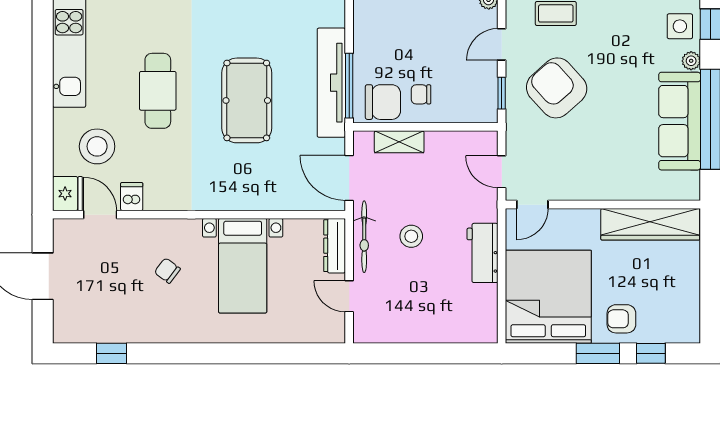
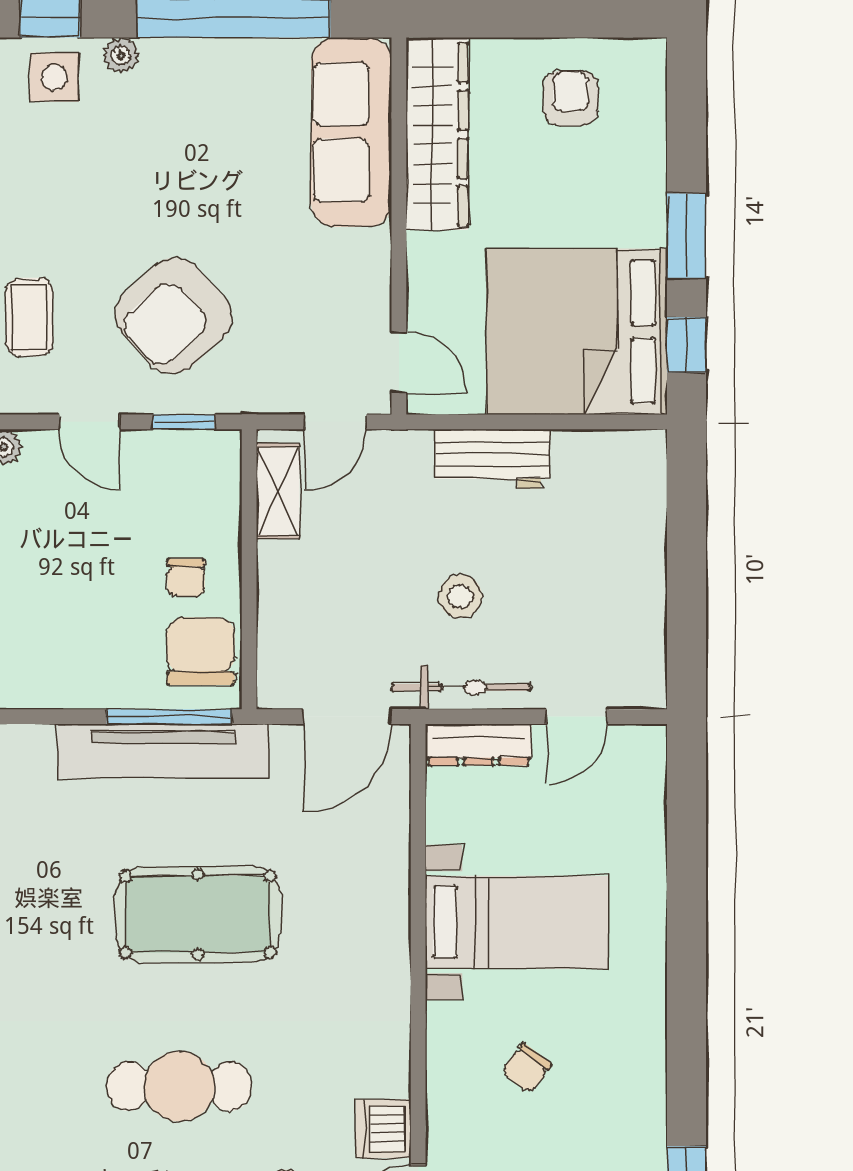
sofa: (680, 121) -> (351, 132), moved, turned 90
shelving: (399, 142) -> (278, 491), moved
dishwasher: (132, 197) -> (384, 1129), width x1.38
armchair: (621, 319) -> (571, 98), moved, turned 180
window: (651, 353) -> (687, 345), moved

